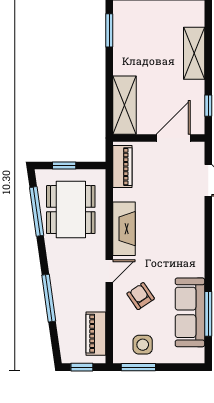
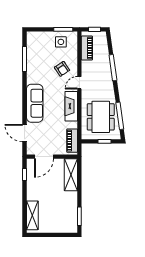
shelving: (194, 53) -> (32, 215), moved
sofa: (190, 312) -> (35, 103), moved

